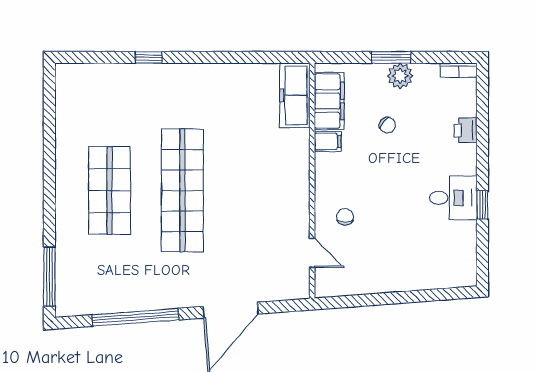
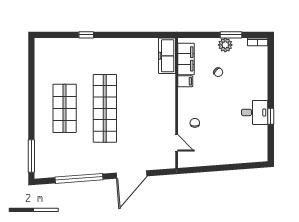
window: (391, 57) -> (231, 35), moved
printer: (466, 130) -> (261, 75), removed

